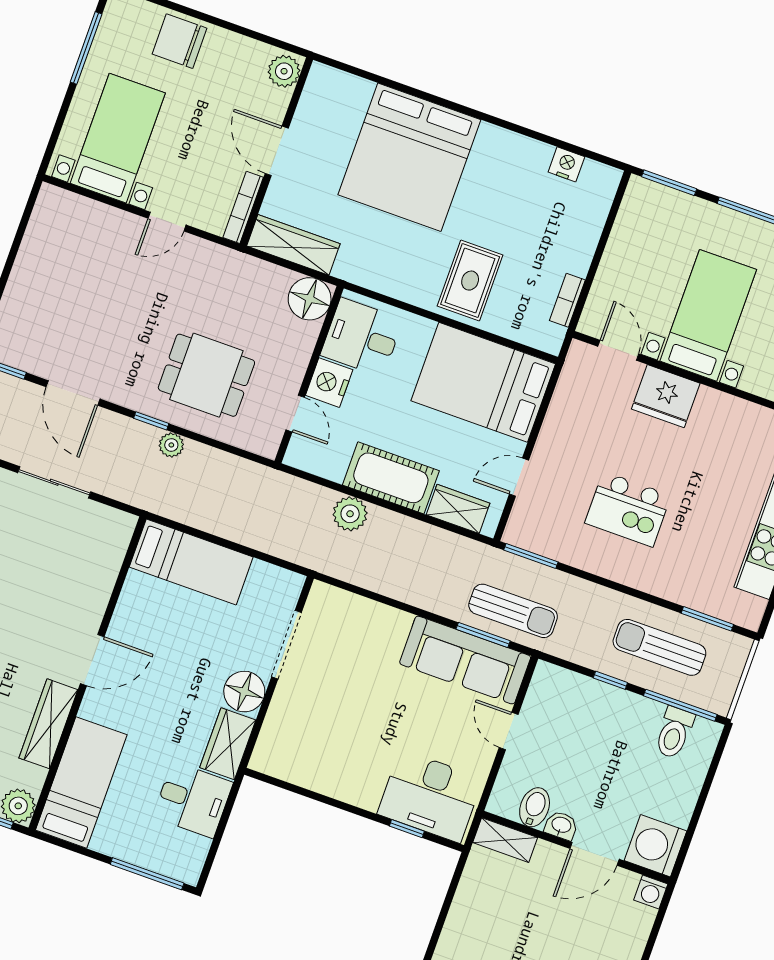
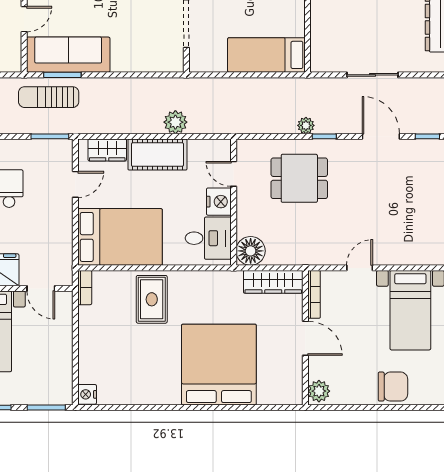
nightstand: (566, 164) -> (87, 394), moved, turned 90
bookcase: (567, 300) -> (85, 288), moved
door: (509, 731) -> (24, 19), hinge flipped

